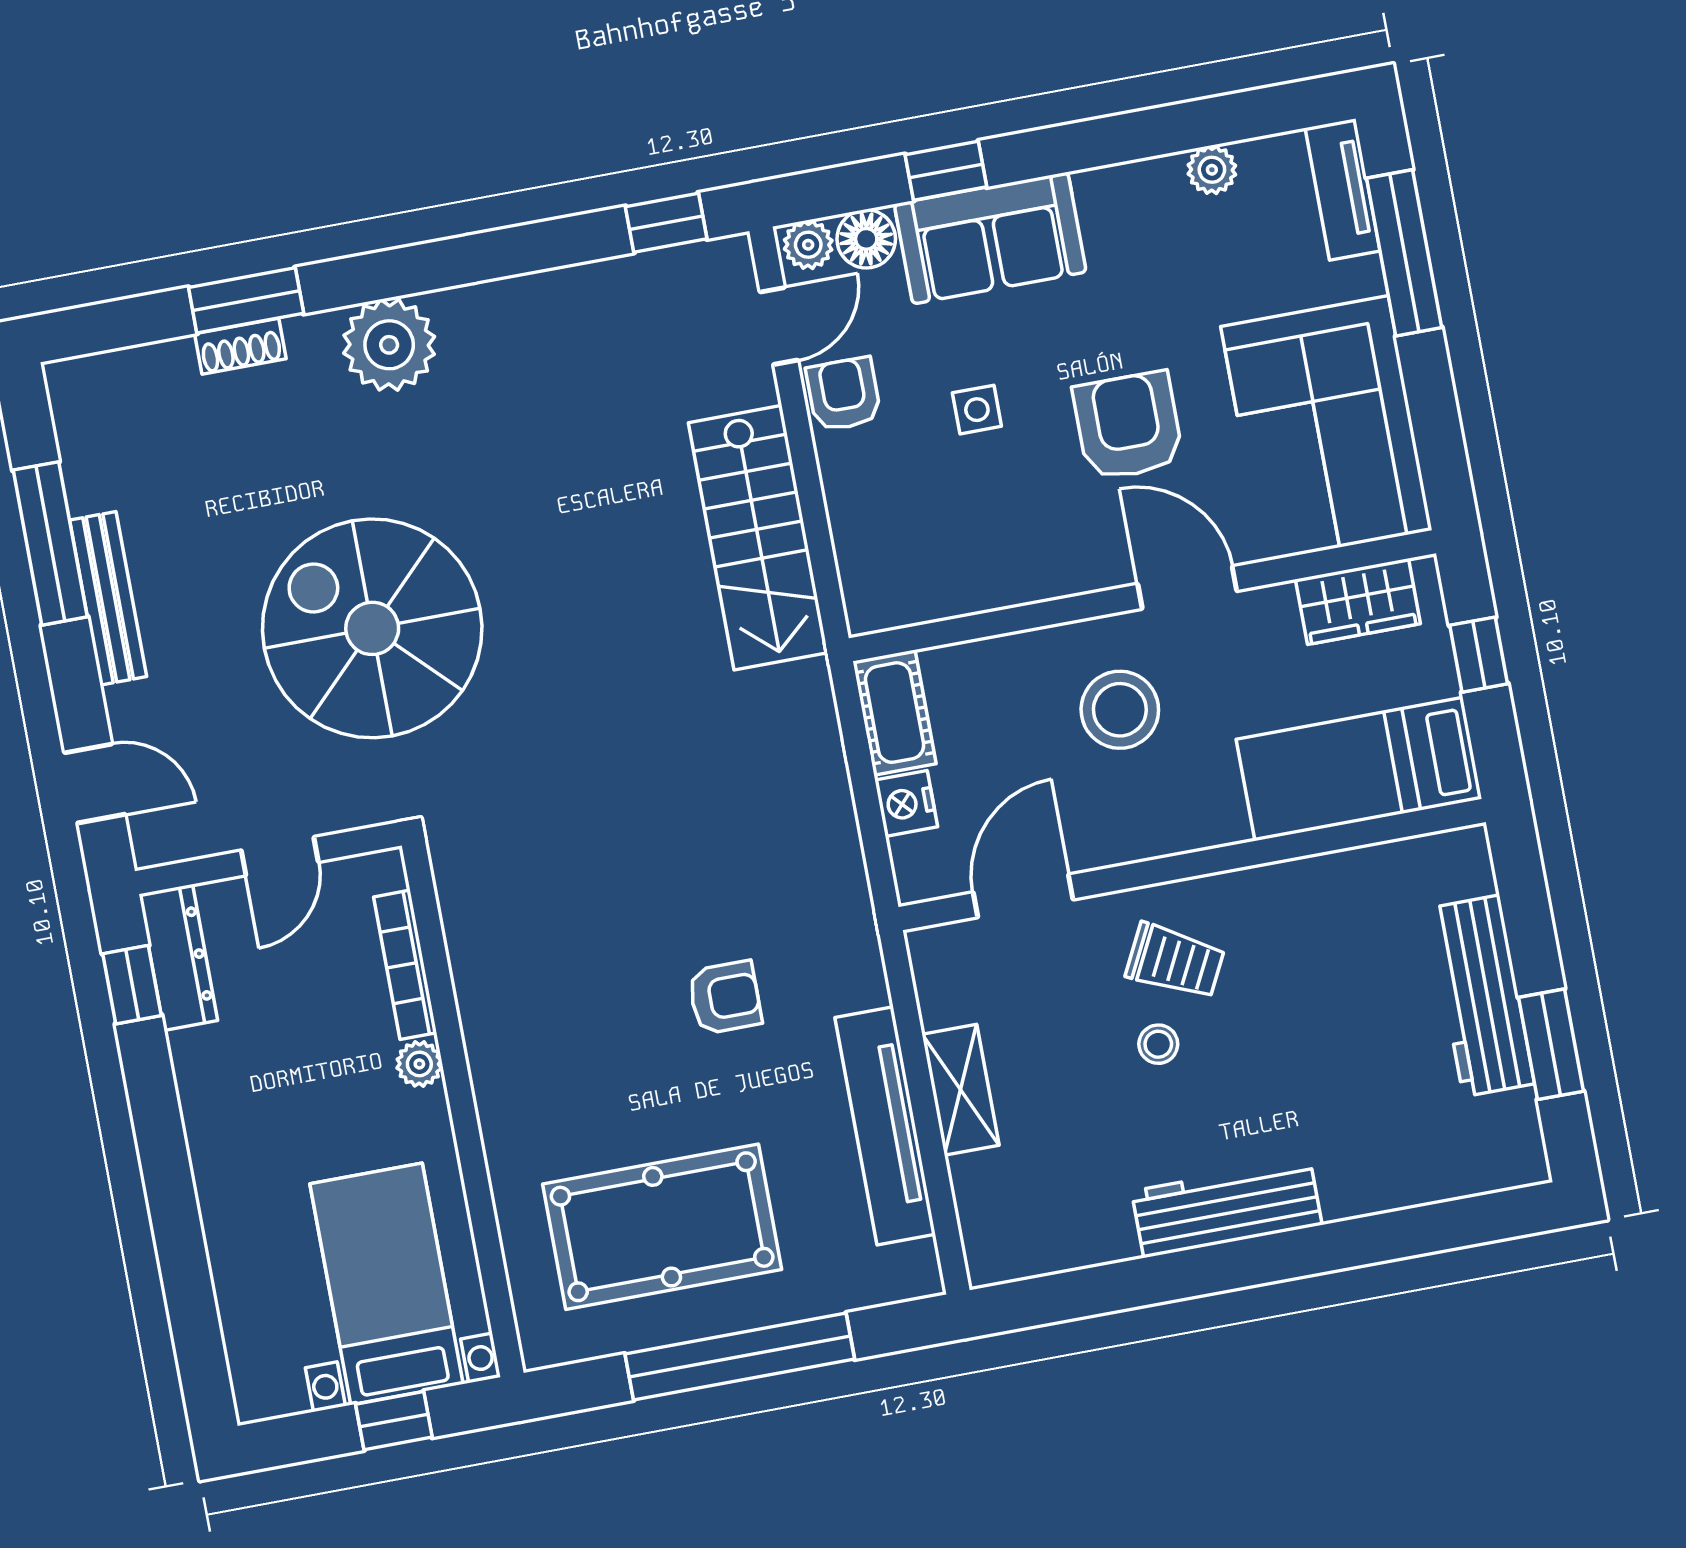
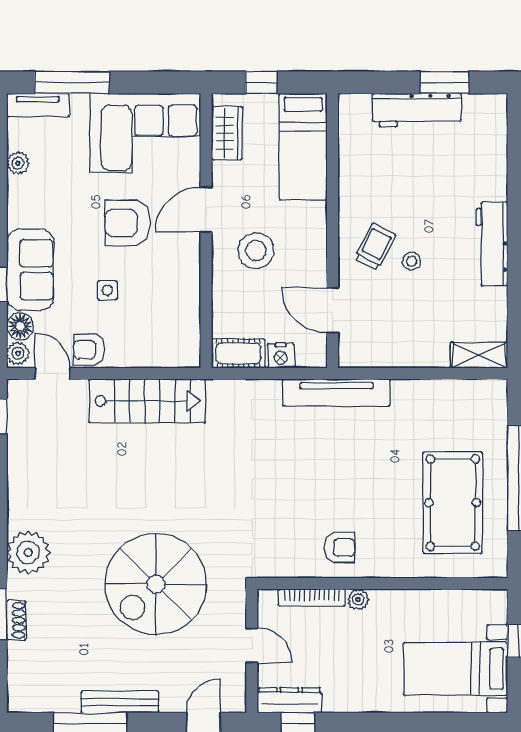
armchair: (725, 997) -> (340, 547), moved, turned 90
shelving: (961, 1090) -> (479, 355), moved
tv unit: (885, 1126) -> (337, 393), moved
bed with nightstands: (387, 1284) -> (456, 669), moved

